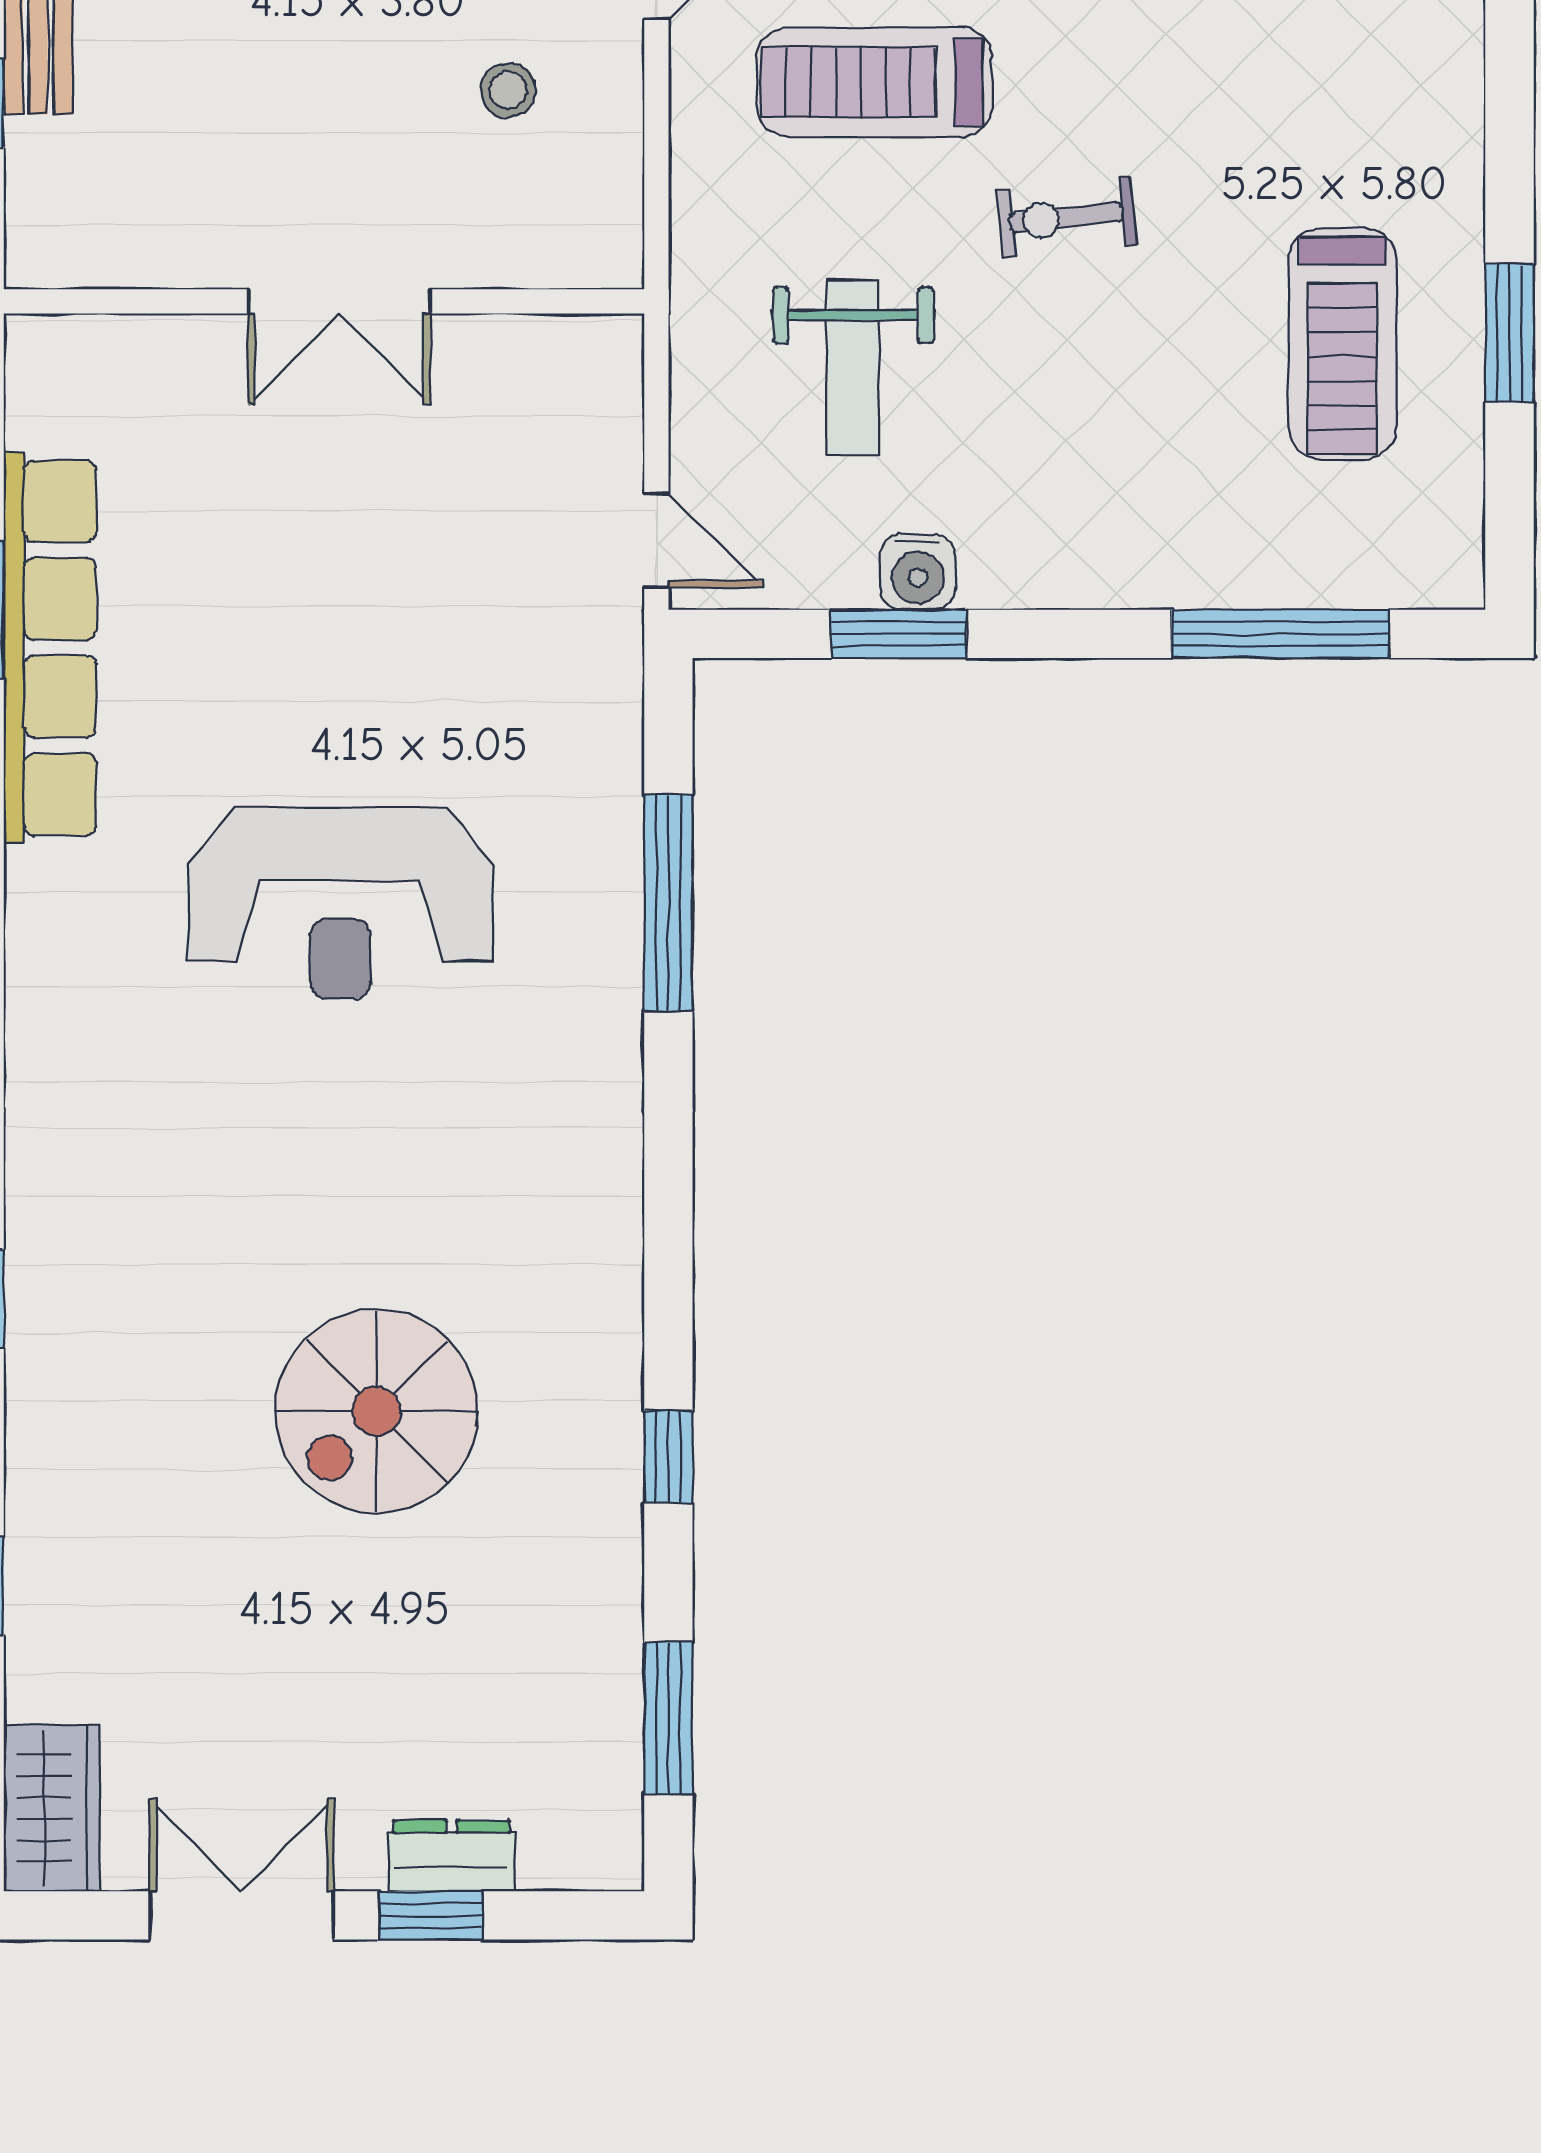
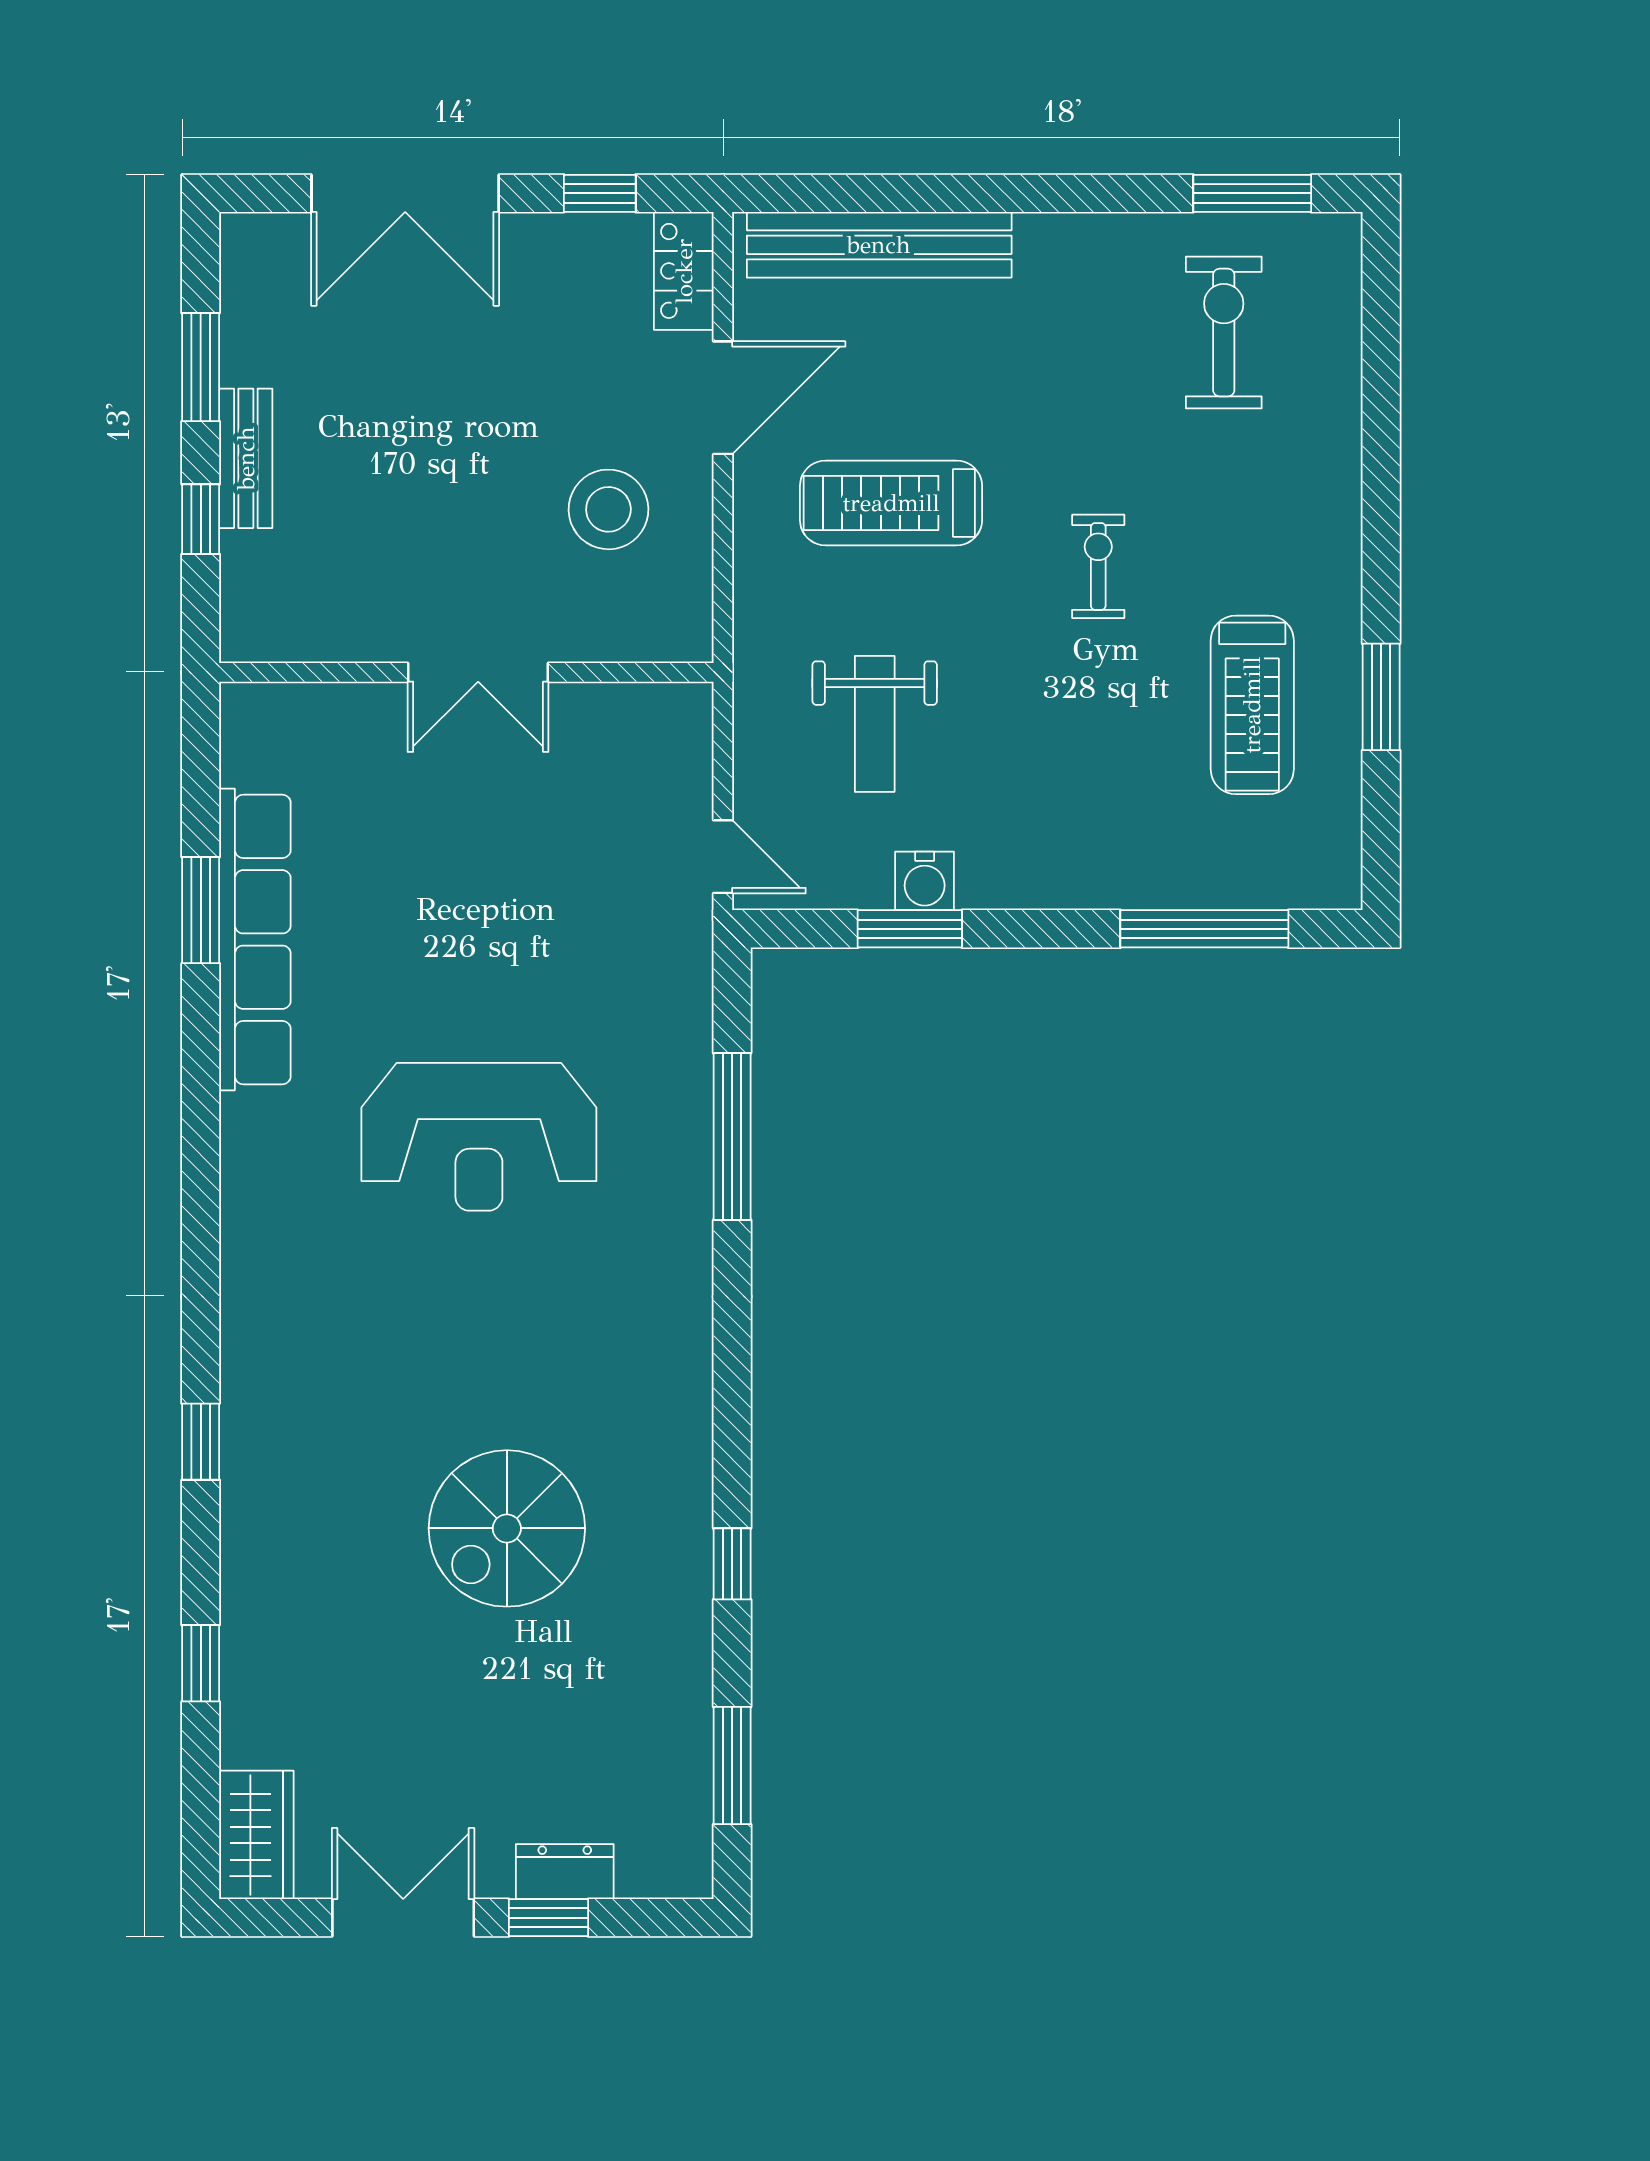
stool: (508, 90) -> (608, 509), width x1.89, depth x1.89
exercise bike: (1066, 217) -> (1098, 566), moved, turned 96

